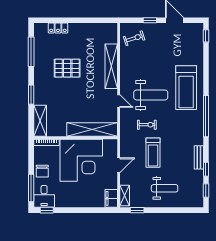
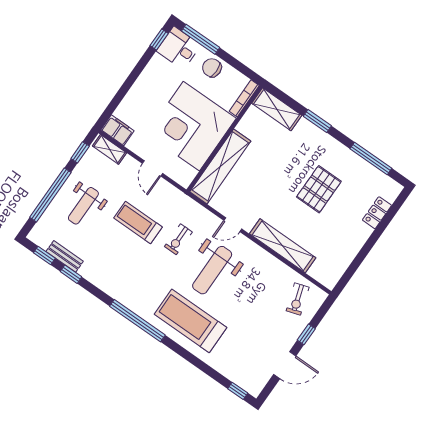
bench: (199, 157) -> (65, 256), moved
window: (171, 210) -> (50, 195), added

